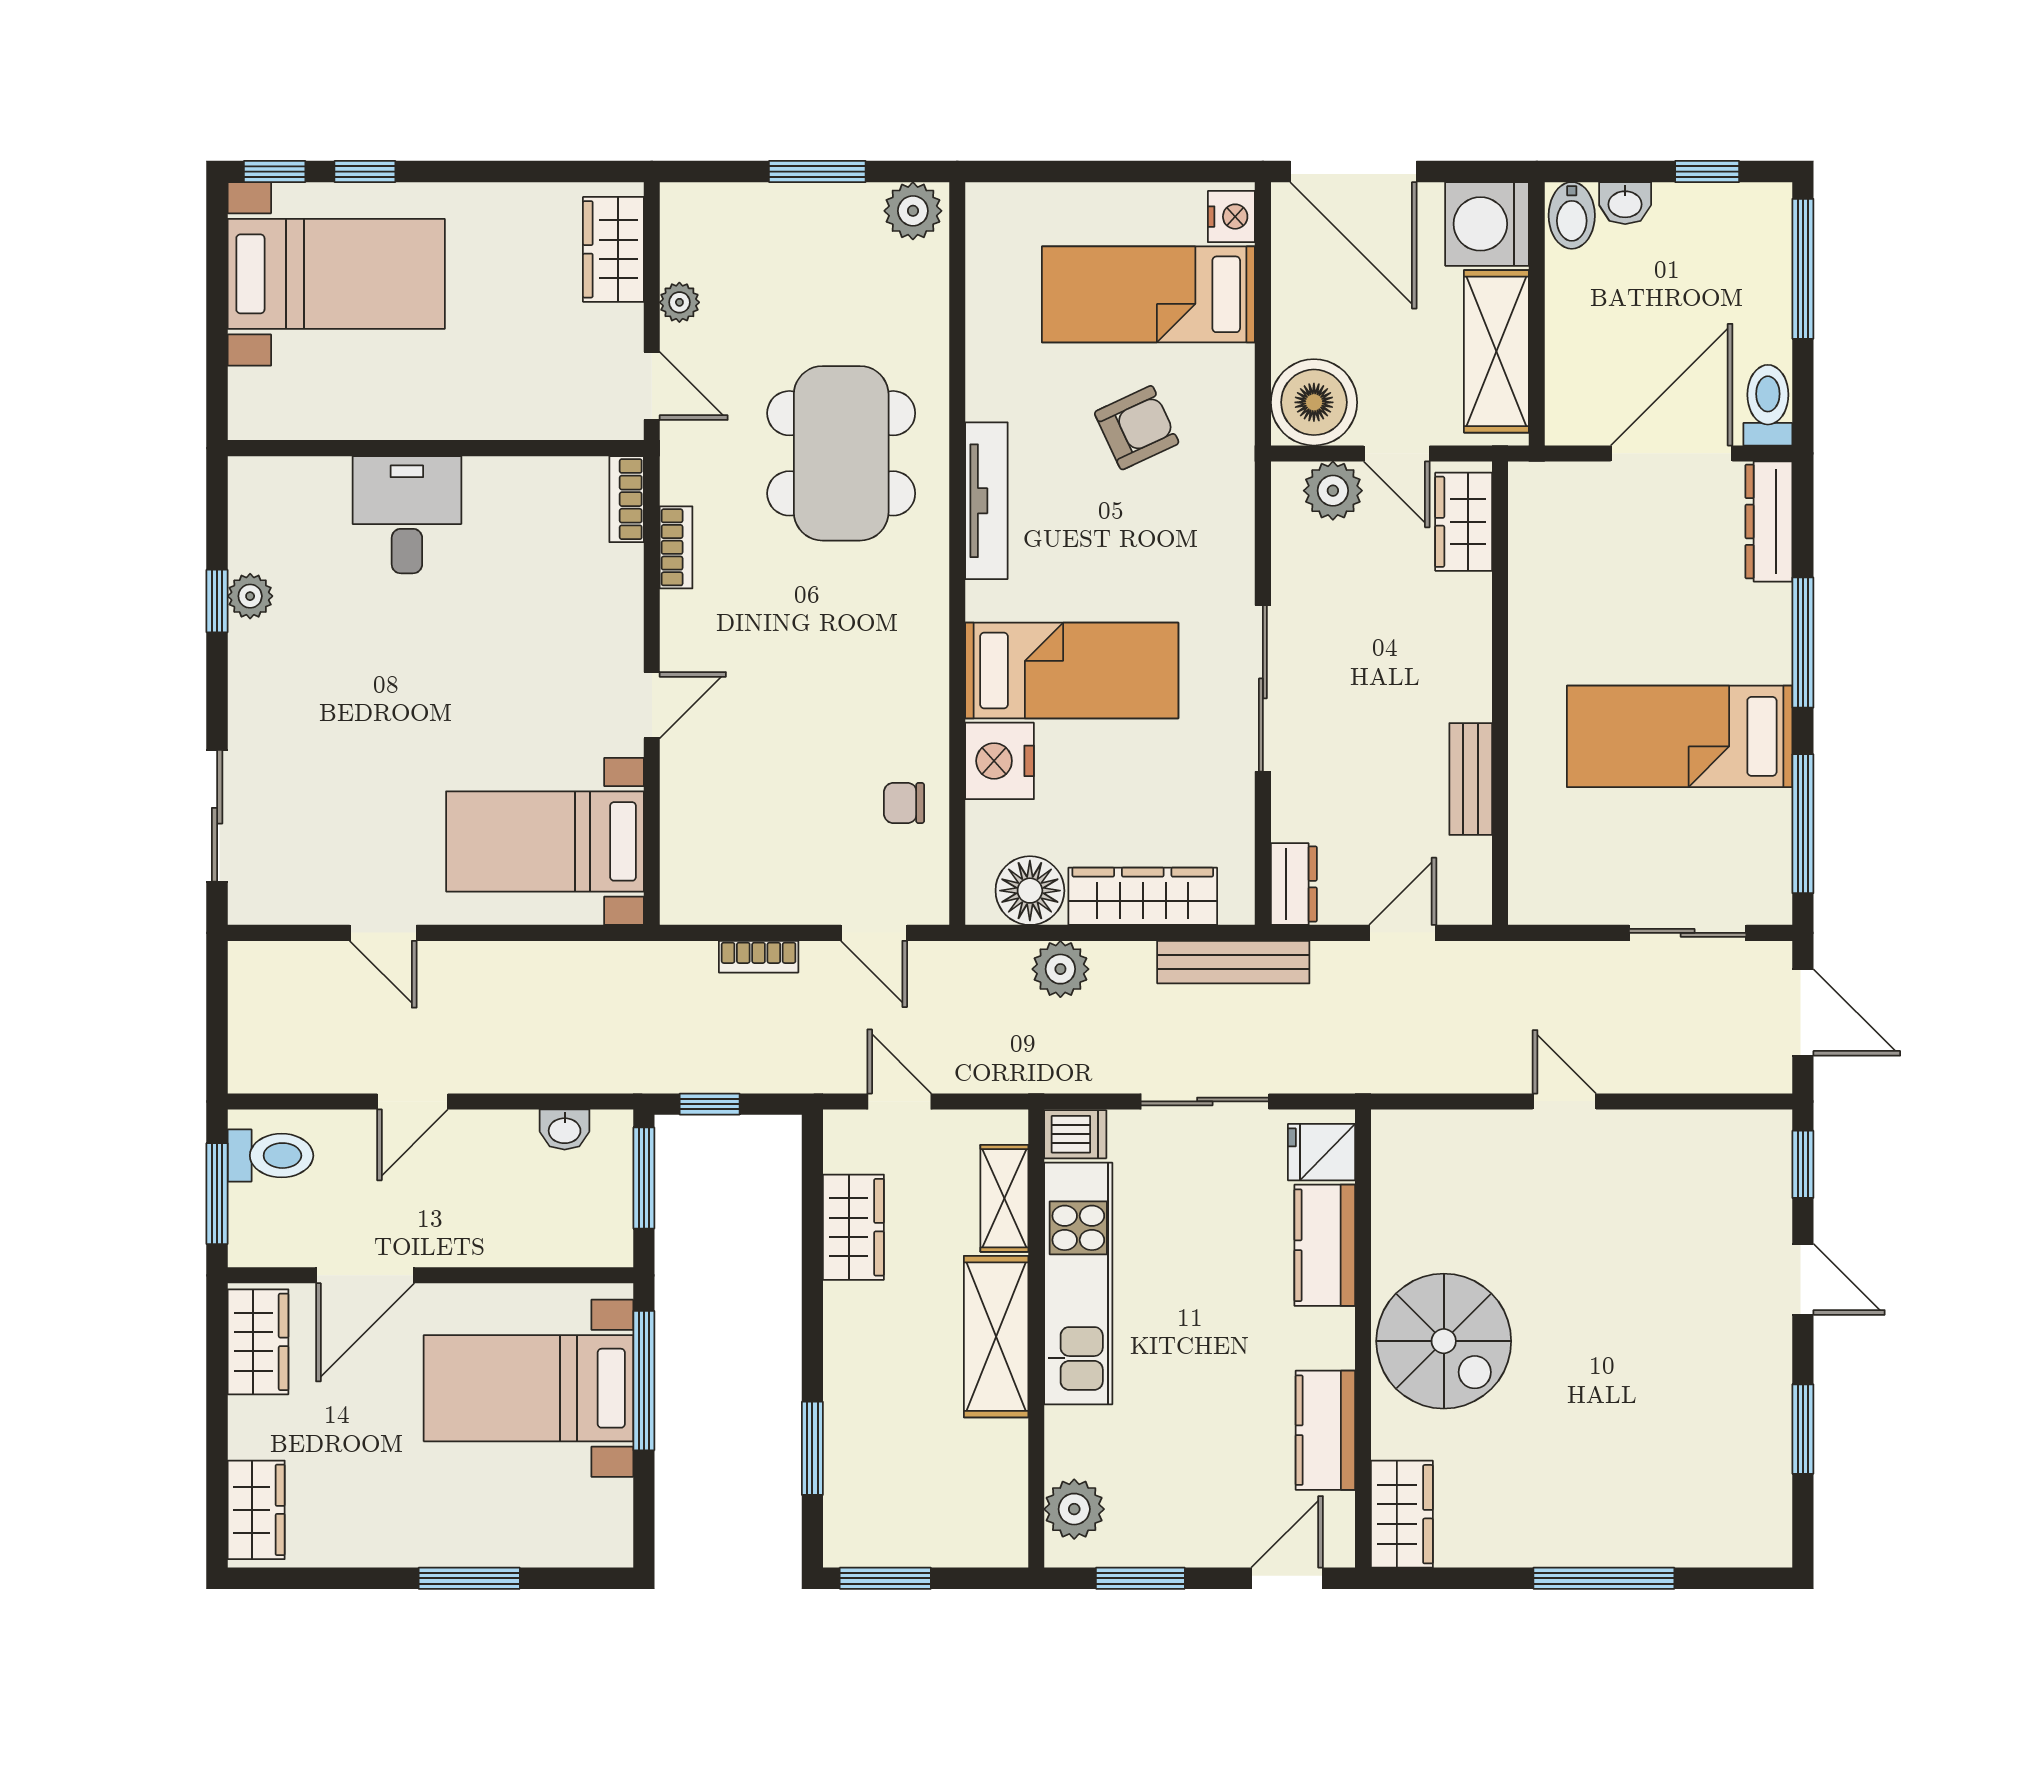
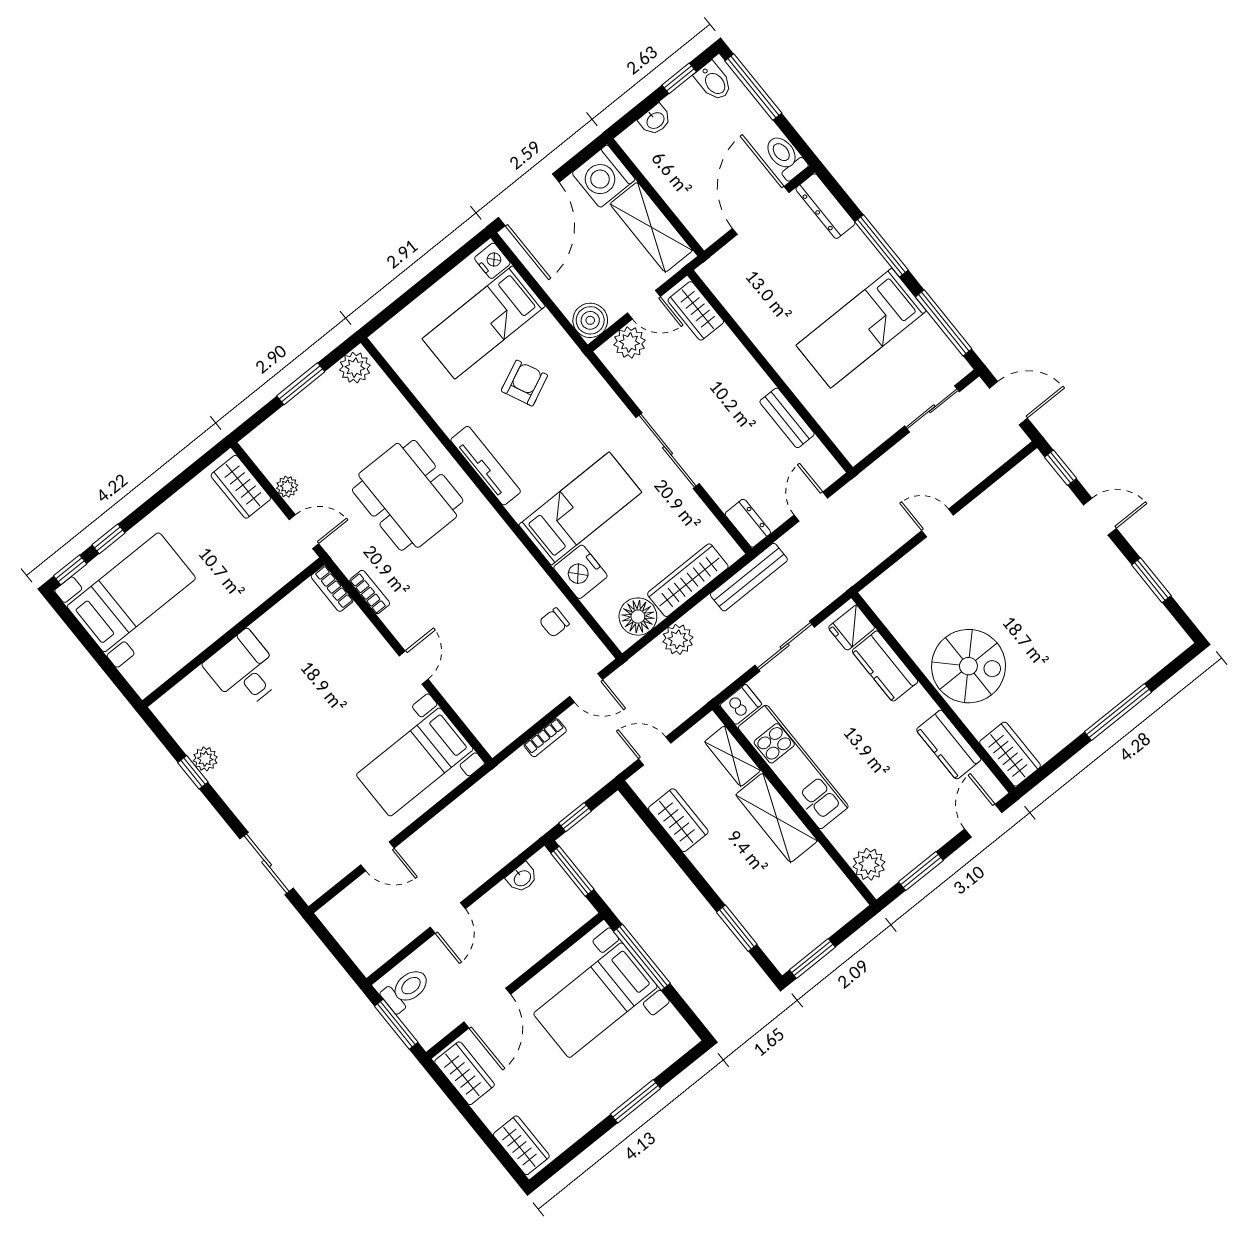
door: (1353, 172) -> (529, 200), hinge flipped
bidet: (1572, 215) -> (714, 82), moved
boiler: (1314, 402) -> (590, 320), width x0.73, depth x0.73

